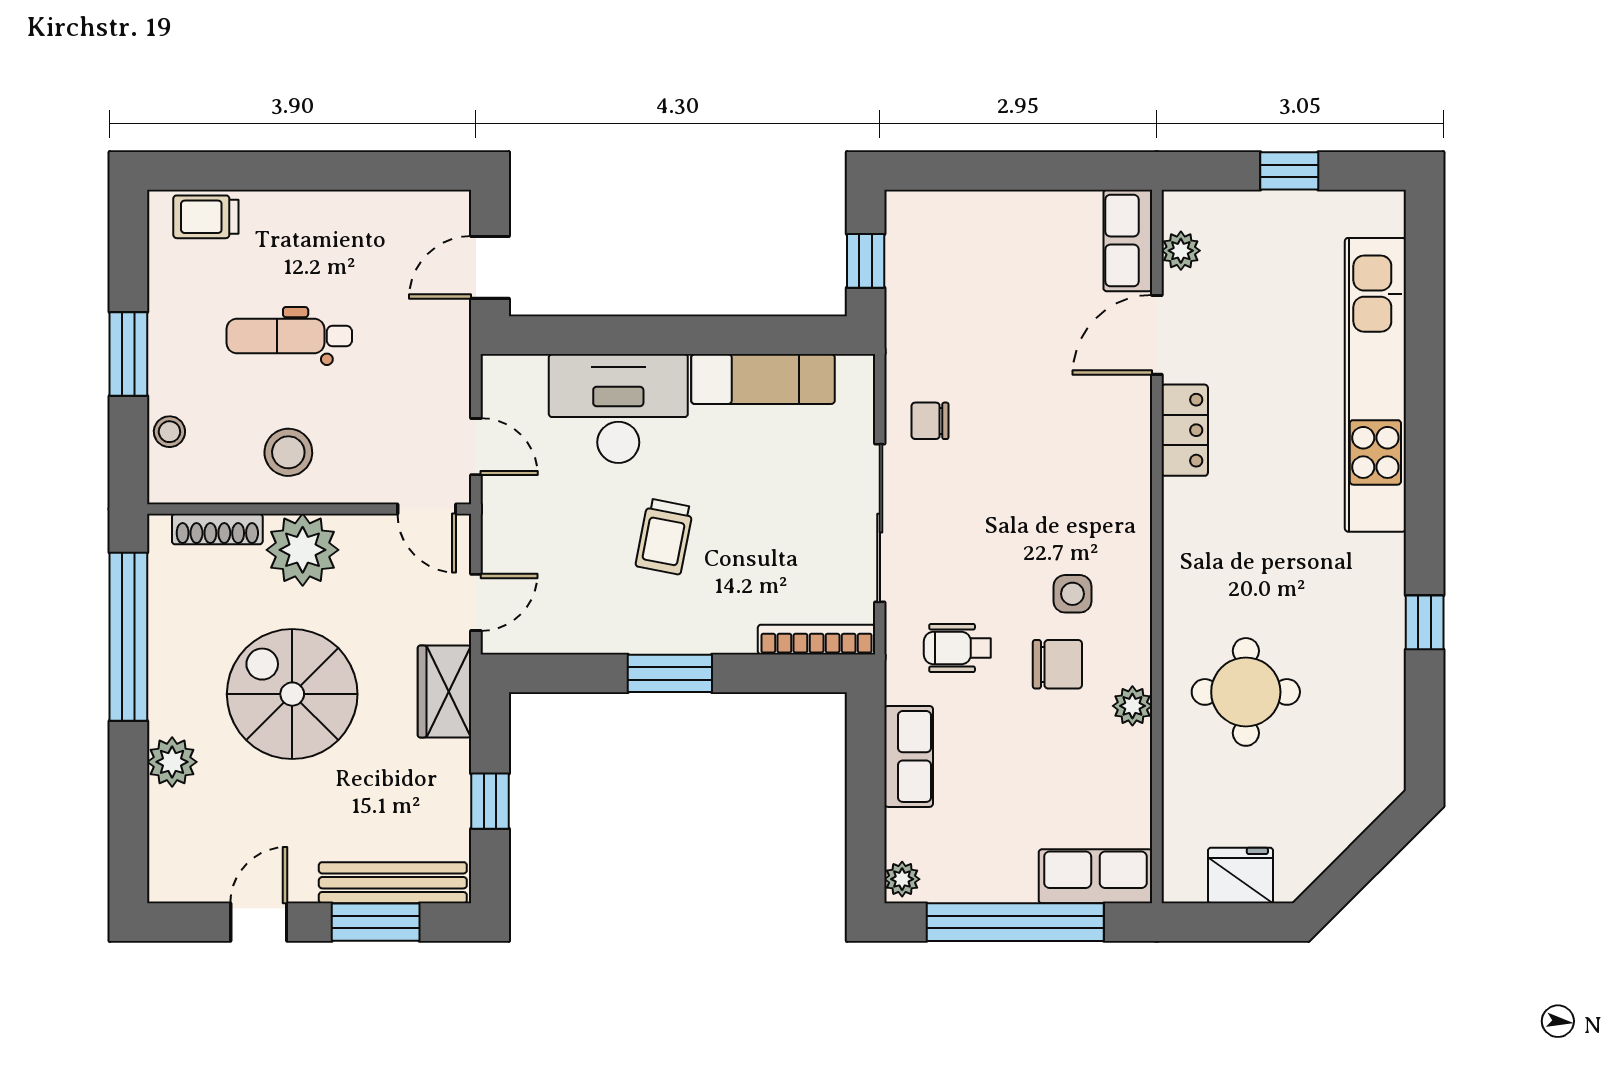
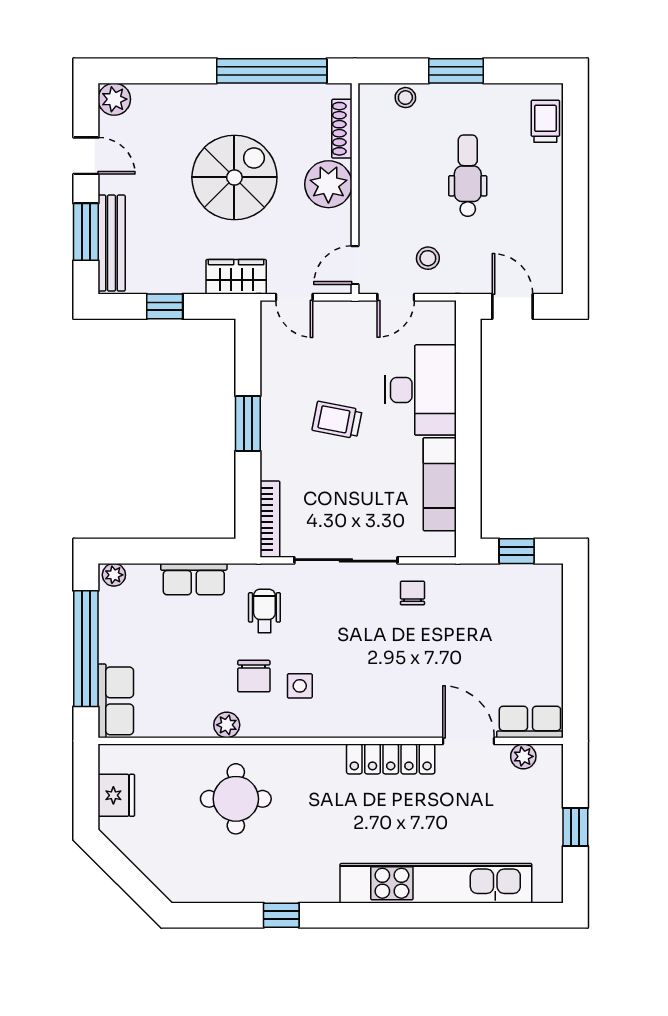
locker: (1185, 430) -> (391, 759), width x1.53
stool: (288, 452) -> (428, 258), moved, width x0.73, depth x0.73
plant: (172, 762) -> (114, 99), moved

